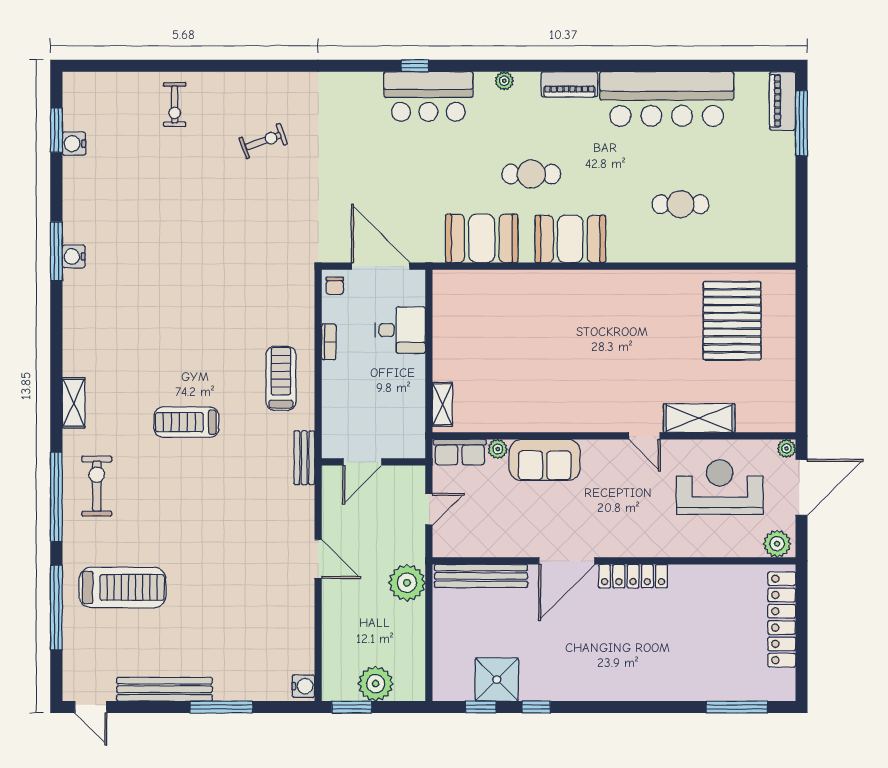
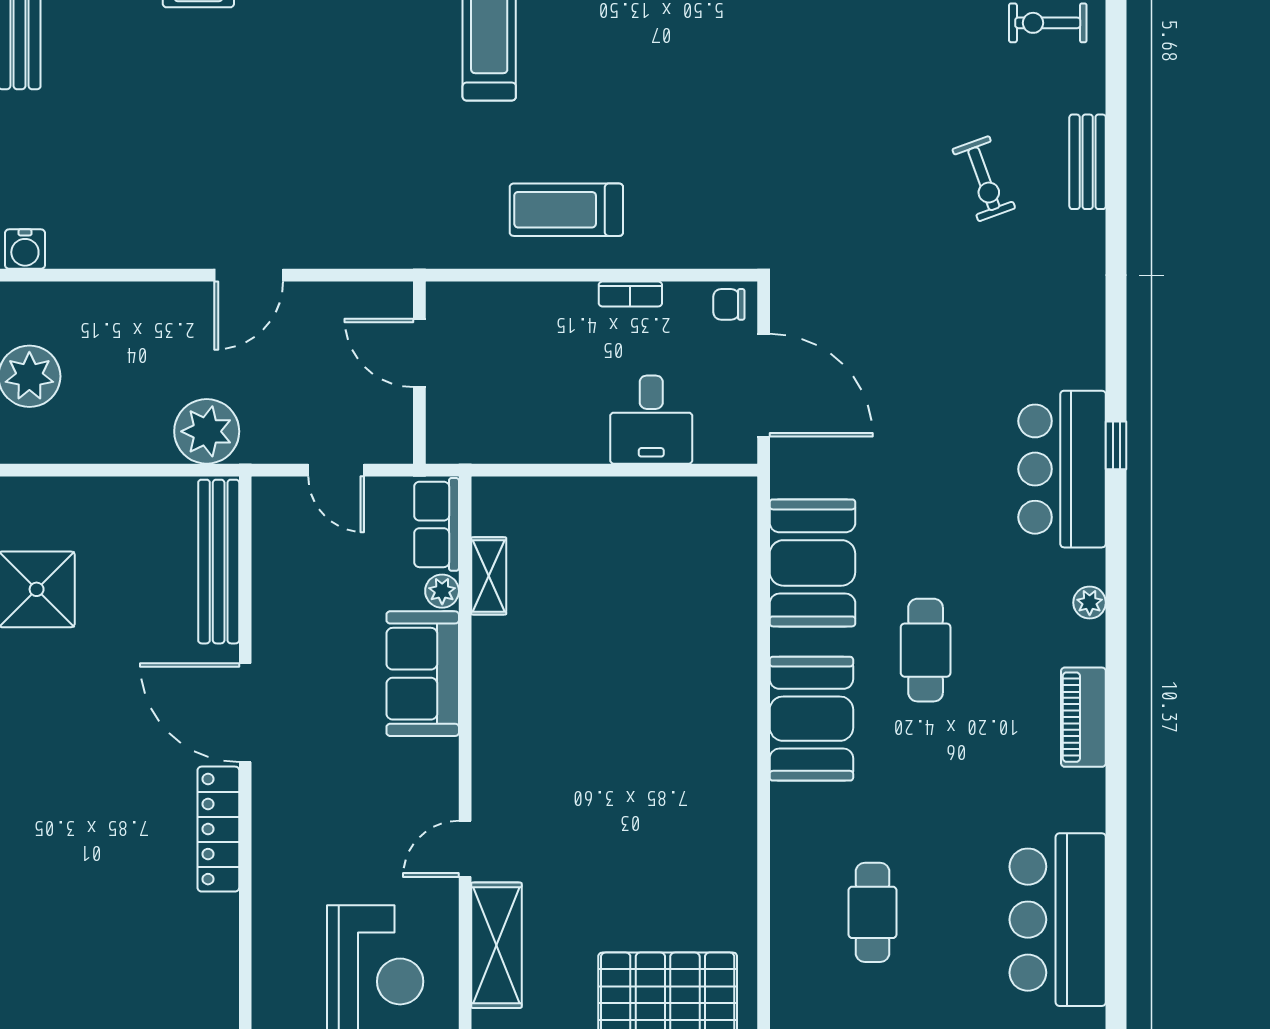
bar counter: (667, 99) -> (1058, 920), width x0.73
door: (381, 266) -> (764, 385), hinge flipped
treadmill: (281, 378) -> (566, 210), turned 180
shelving: (442, 404) -> (489, 576), moved, turned 90
bench: (304, 458) -> (1088, 162), moved, turned 90

